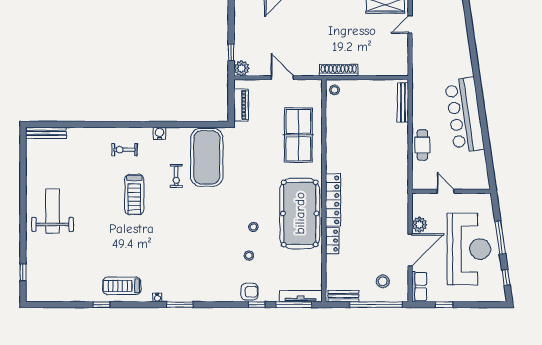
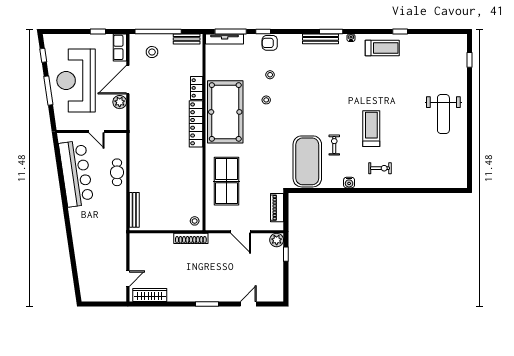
bar counter: (465, 115) -> (76, 174), moved
bench: (46, 133) -> (321, 39), moved

